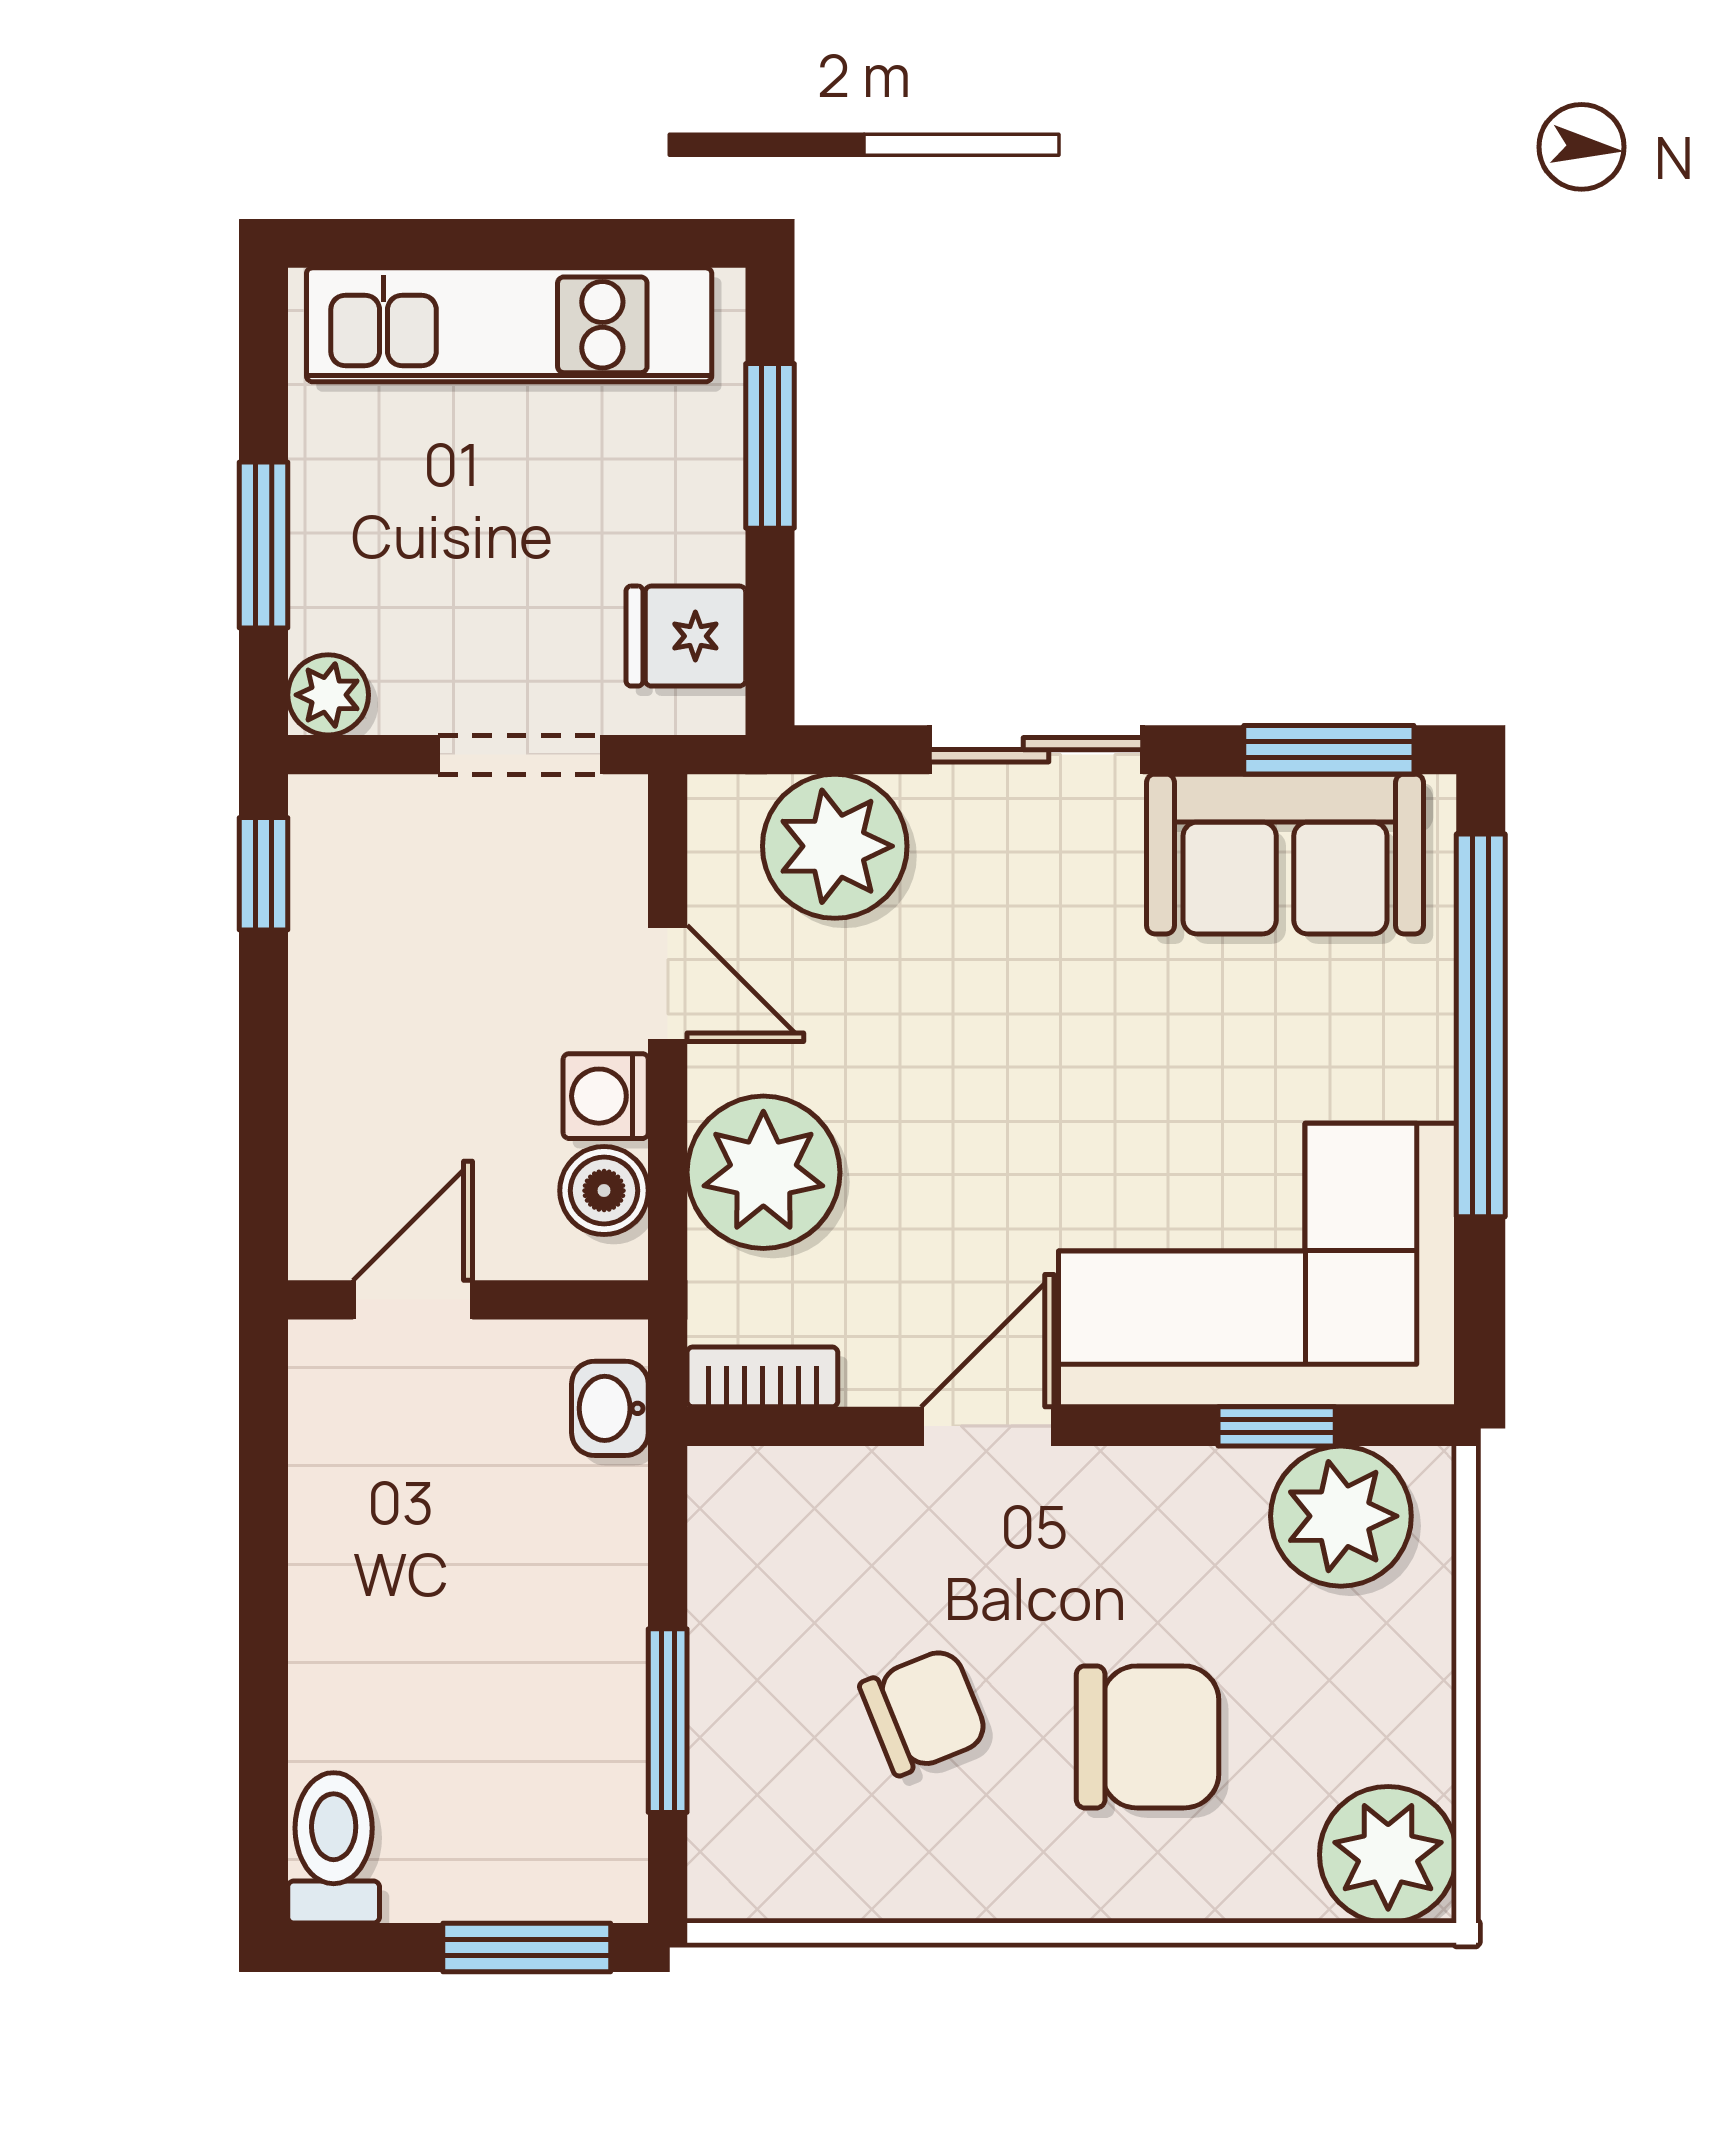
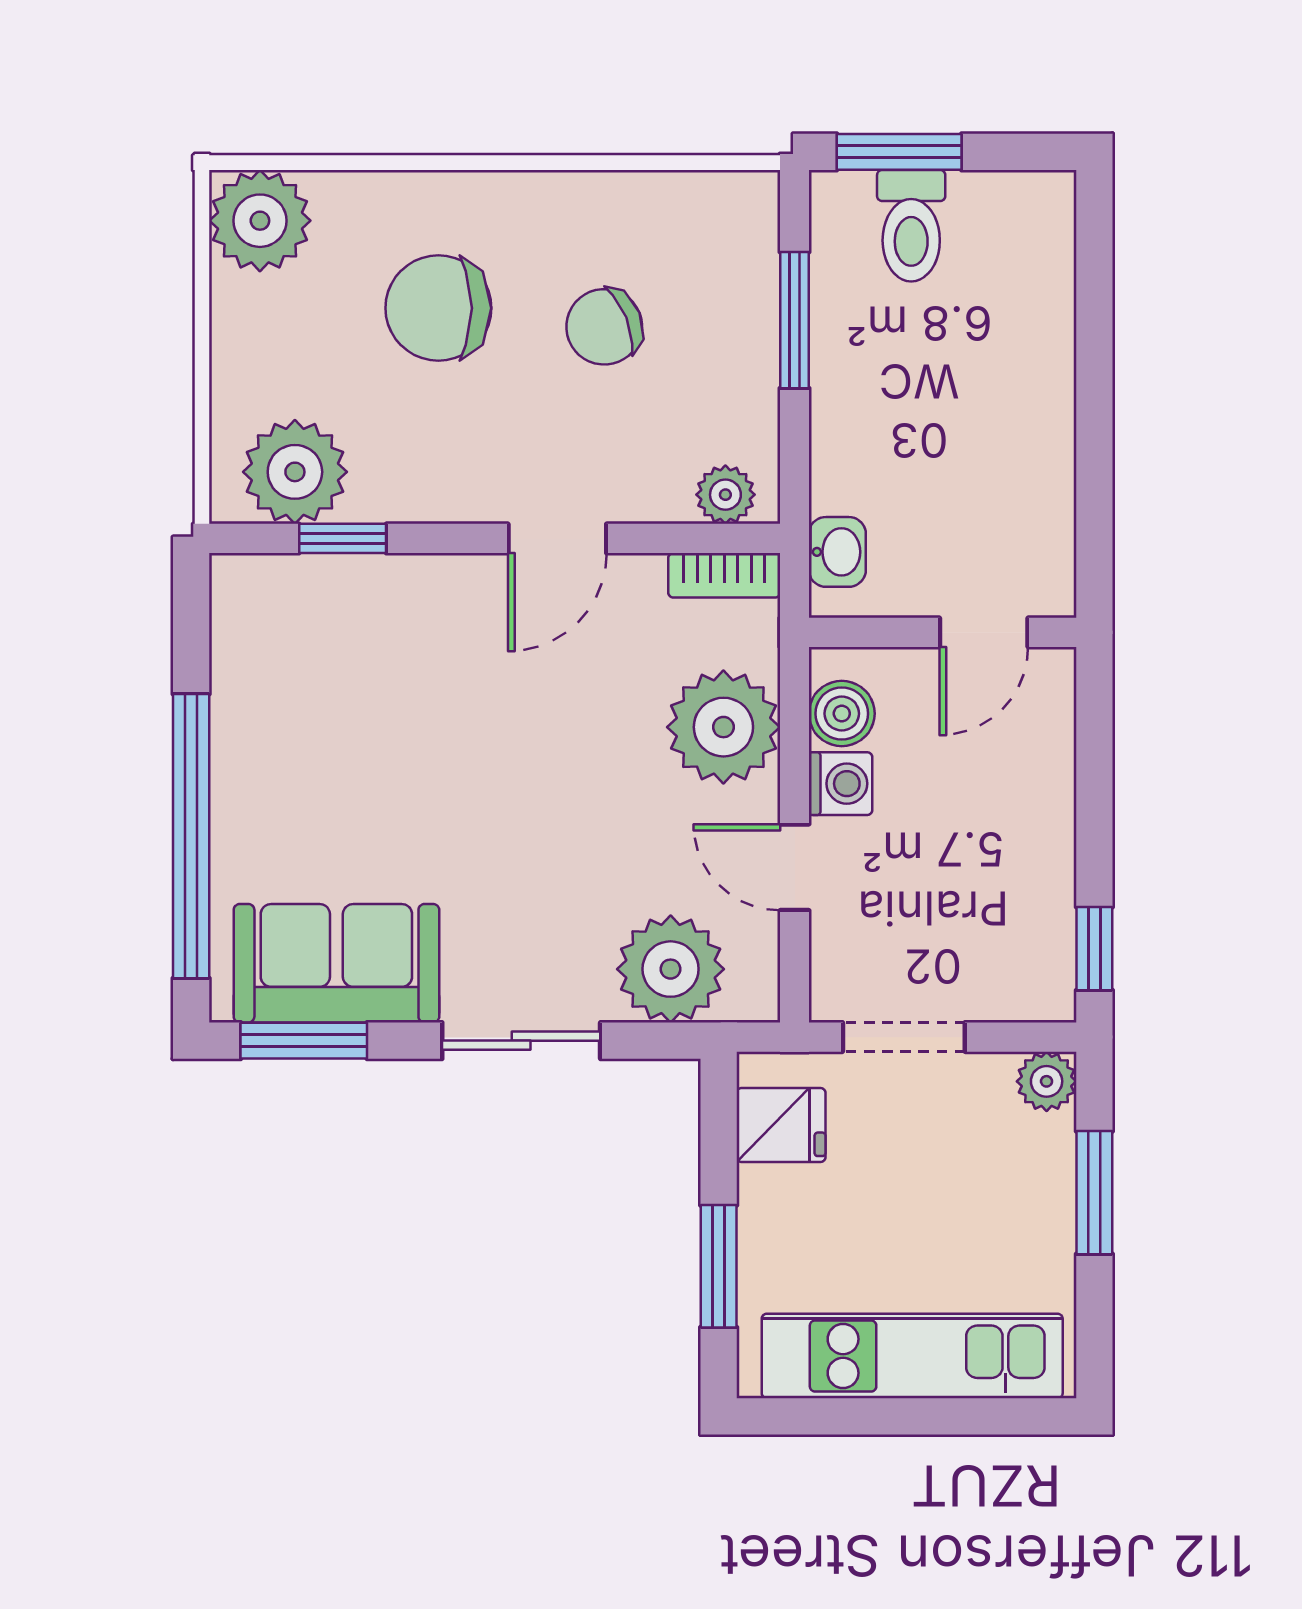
corner sofa: (1258, 1265) -> (357, 658), removed
plant: (761, 1485) -> (725, 495), added
toilet: (334, 1848) -> (911, 226), moved

